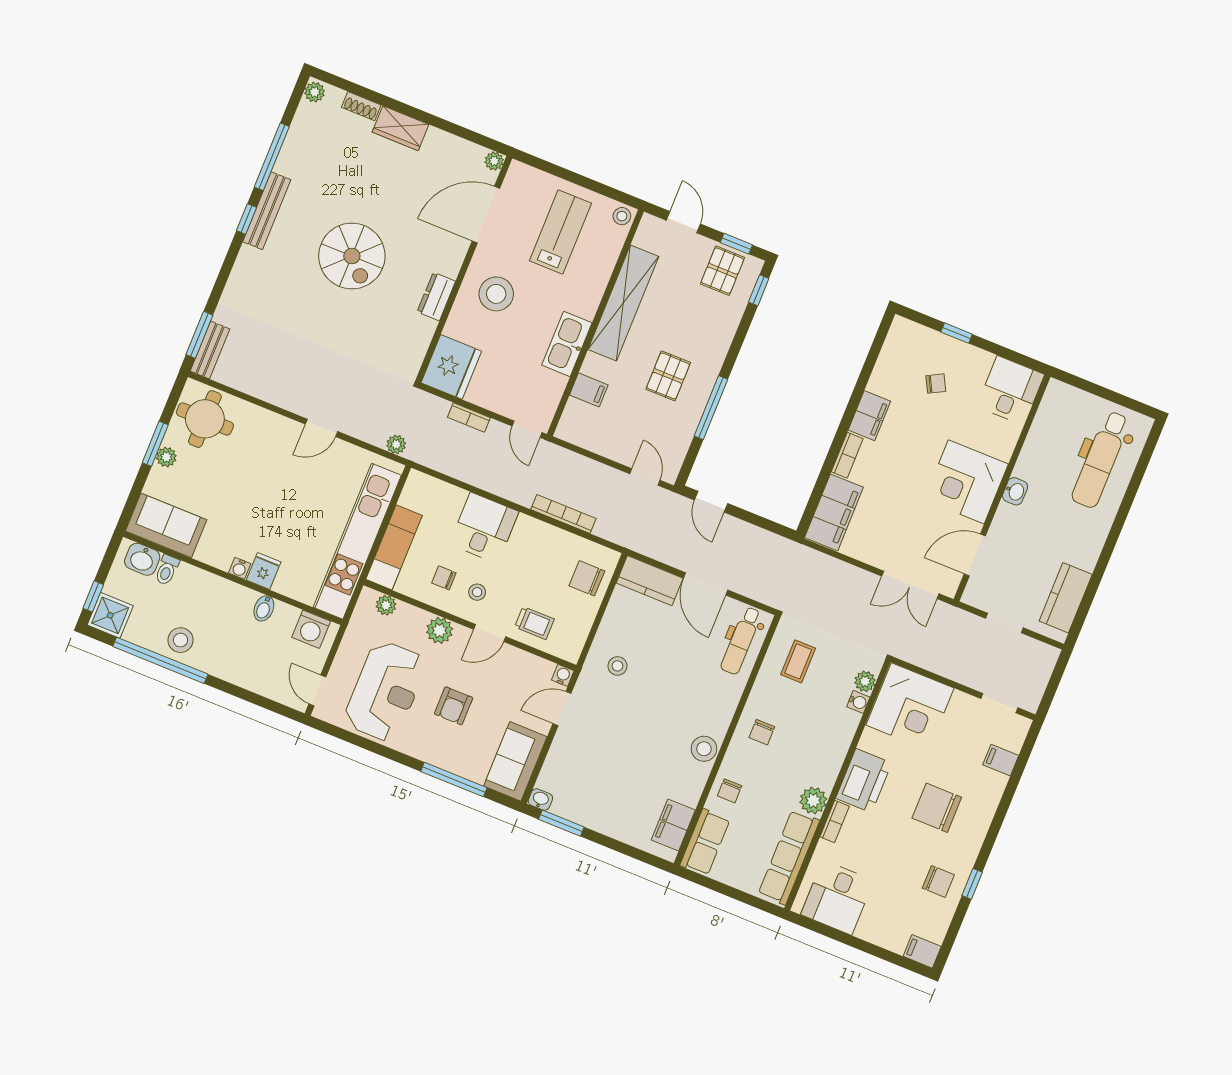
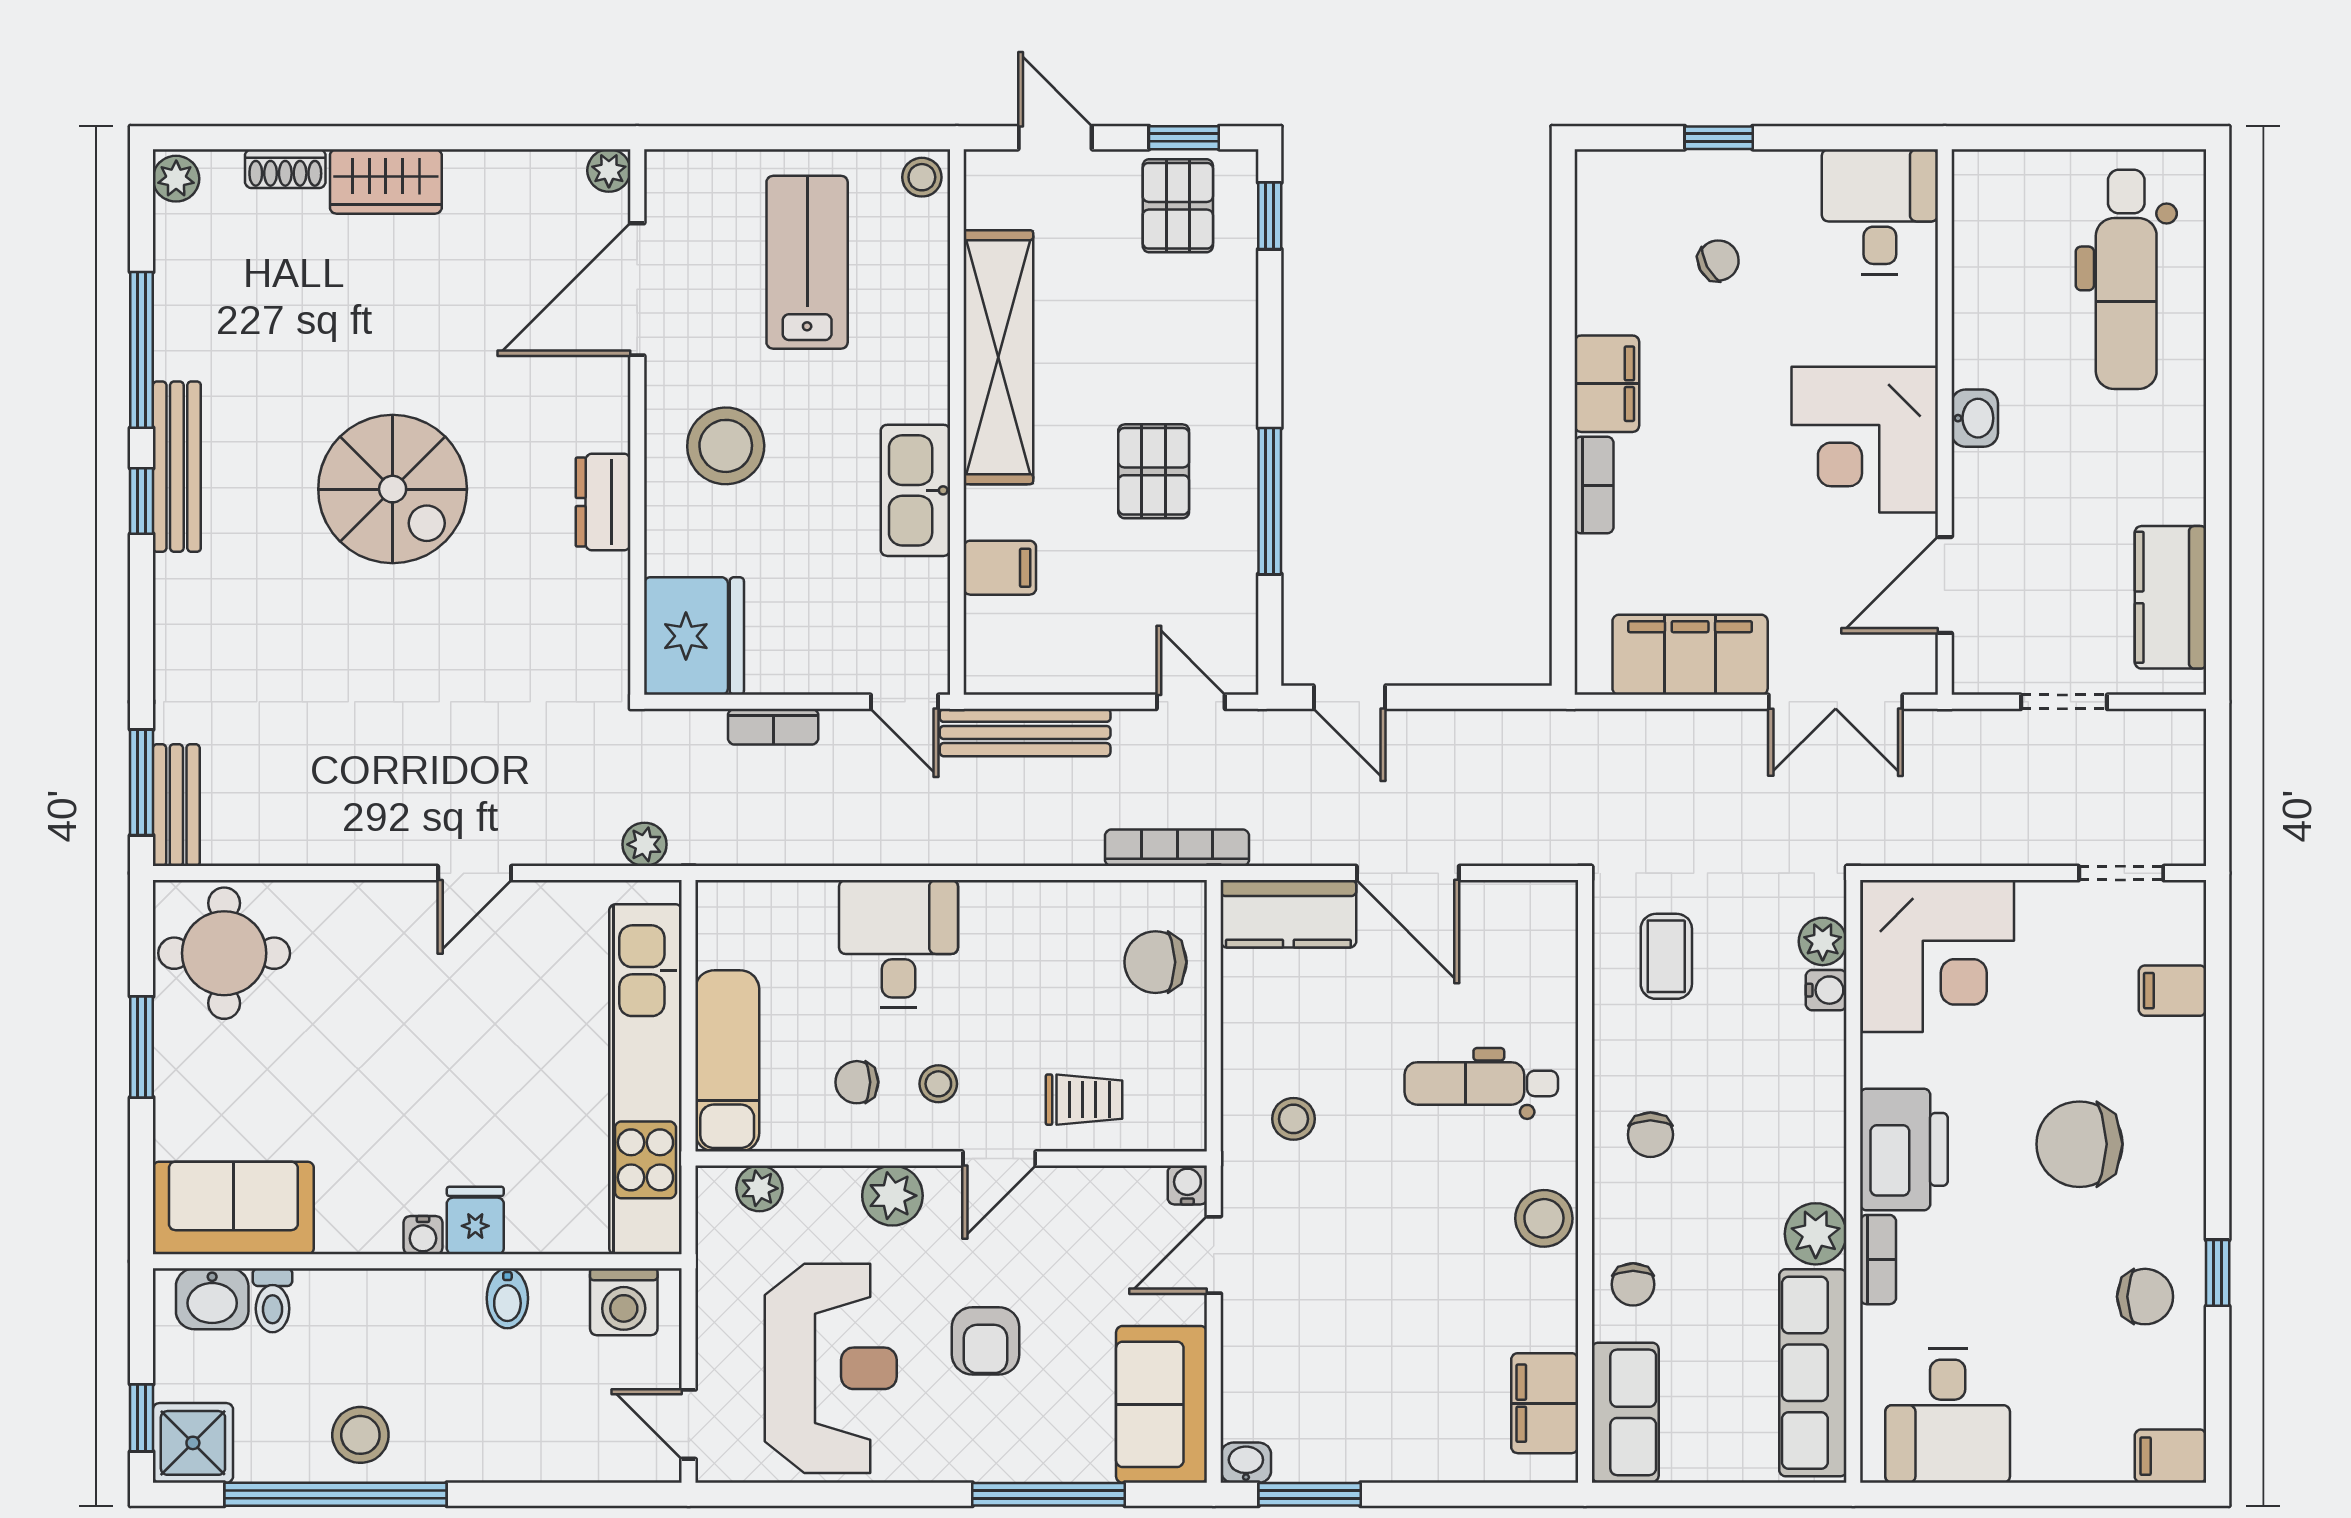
plant: (166, 457) -> (176, 1065), removed
bench: (572, 462) -> (1025, 732), added
filing cabinet: (834, 512) -> (1690, 655), moved, turned -90
bookcase: (563, 514) -> (1177, 848), moved
dental chair: (741, 641) -> (1481, 1083), moved, turned 90

